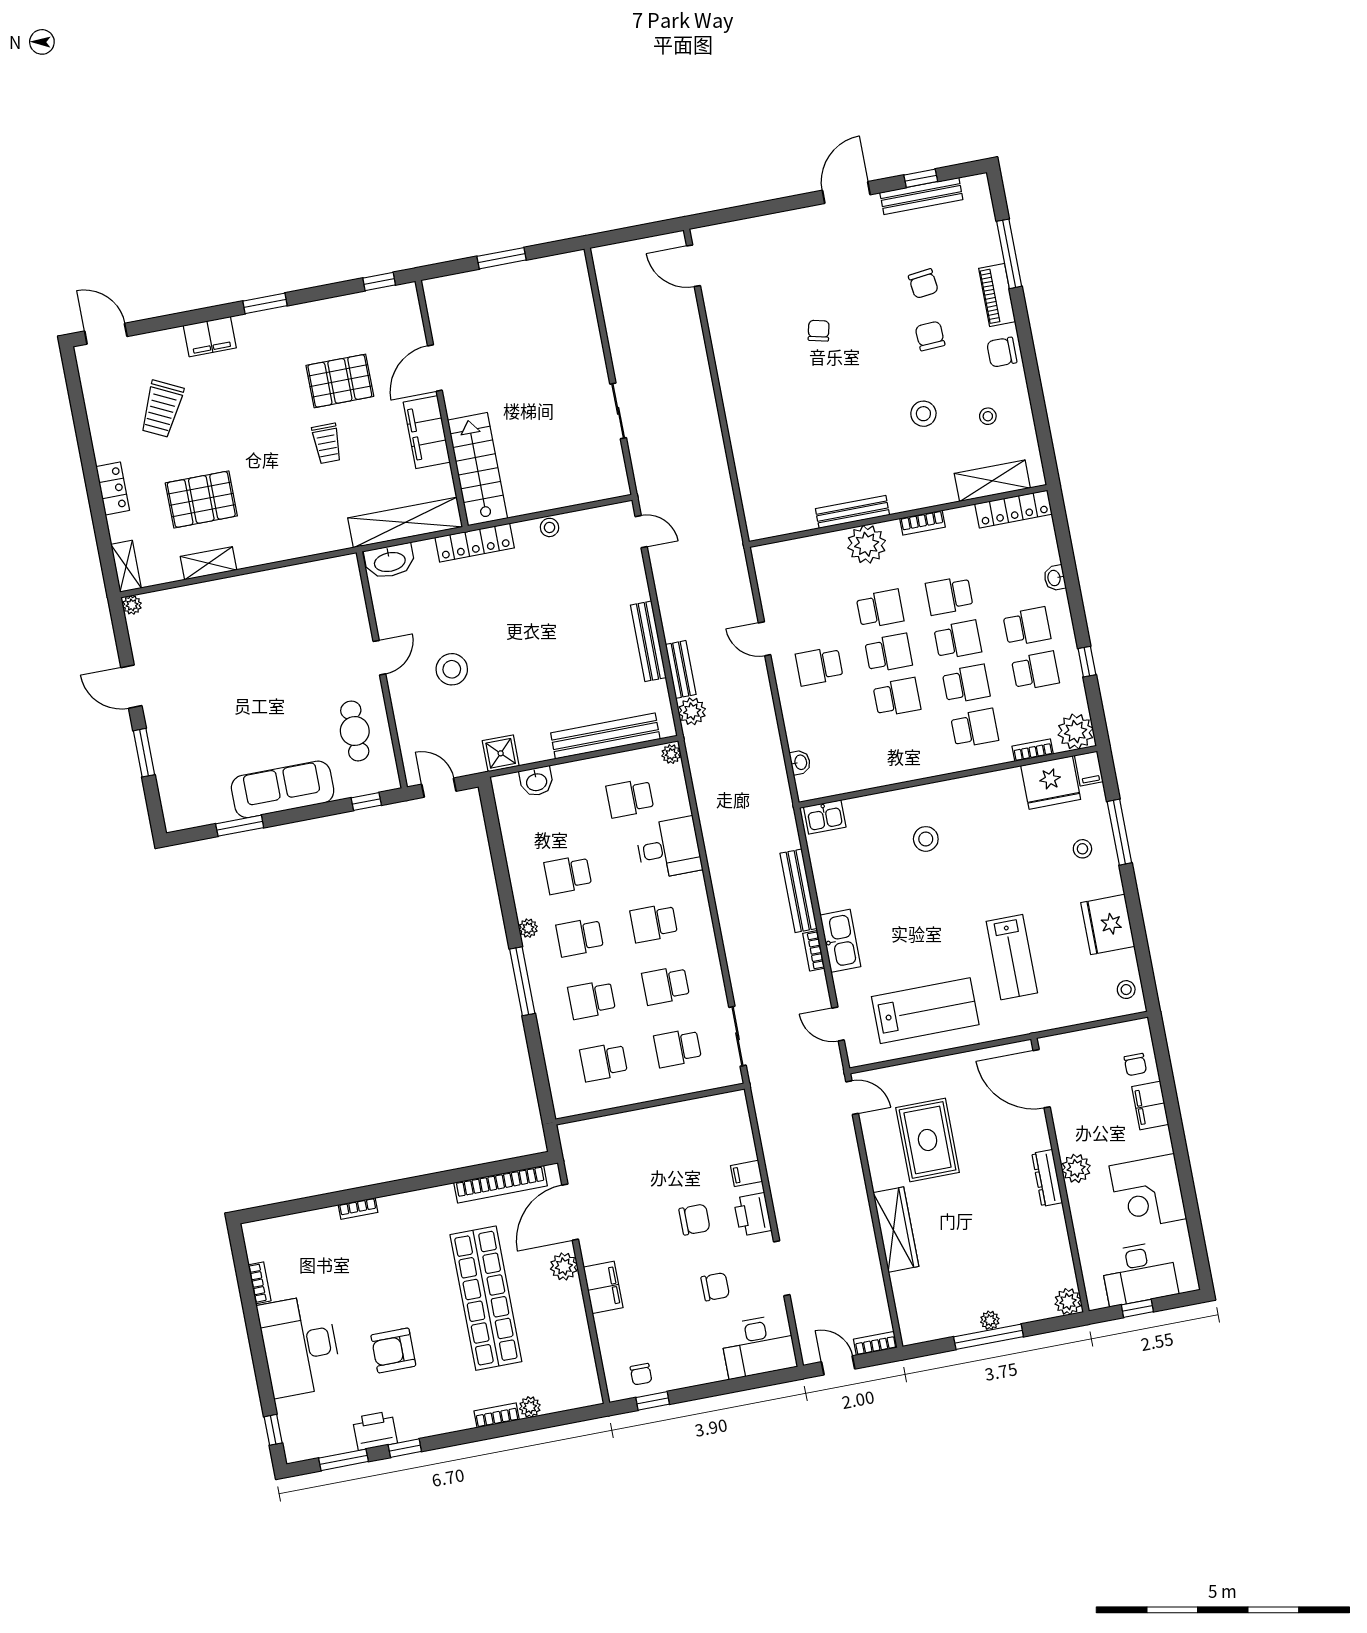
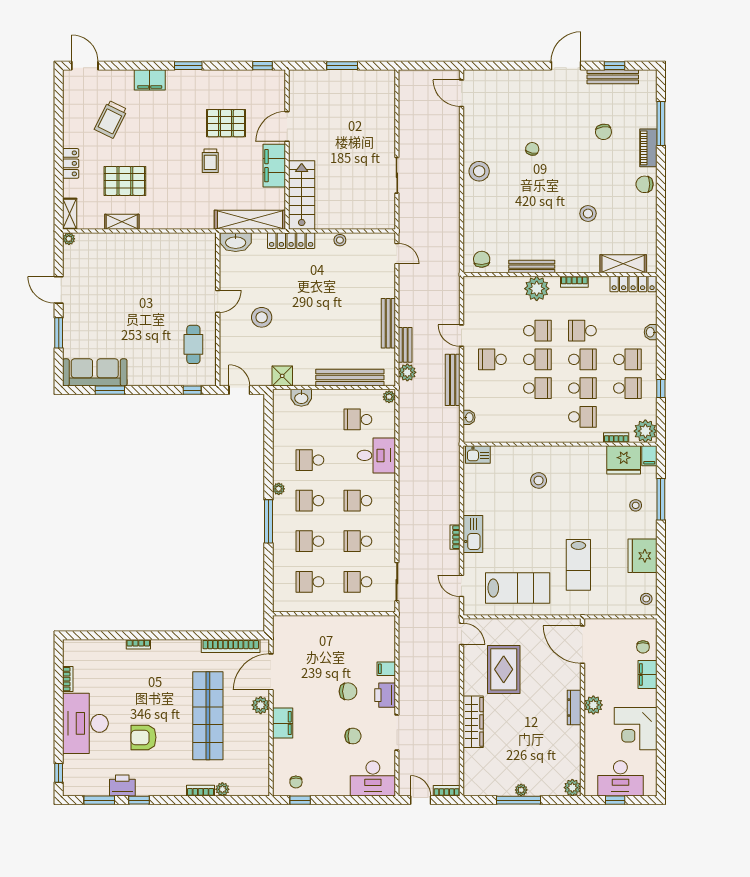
chair: (930, 336) -> (482, 259), moved
stool: (988, 416) -> (479, 171), moved, width x1.89, depth x1.89
sofa: (283, 789) -> (95, 372), moved
bench: (799, 891) -> (453, 380), moved

